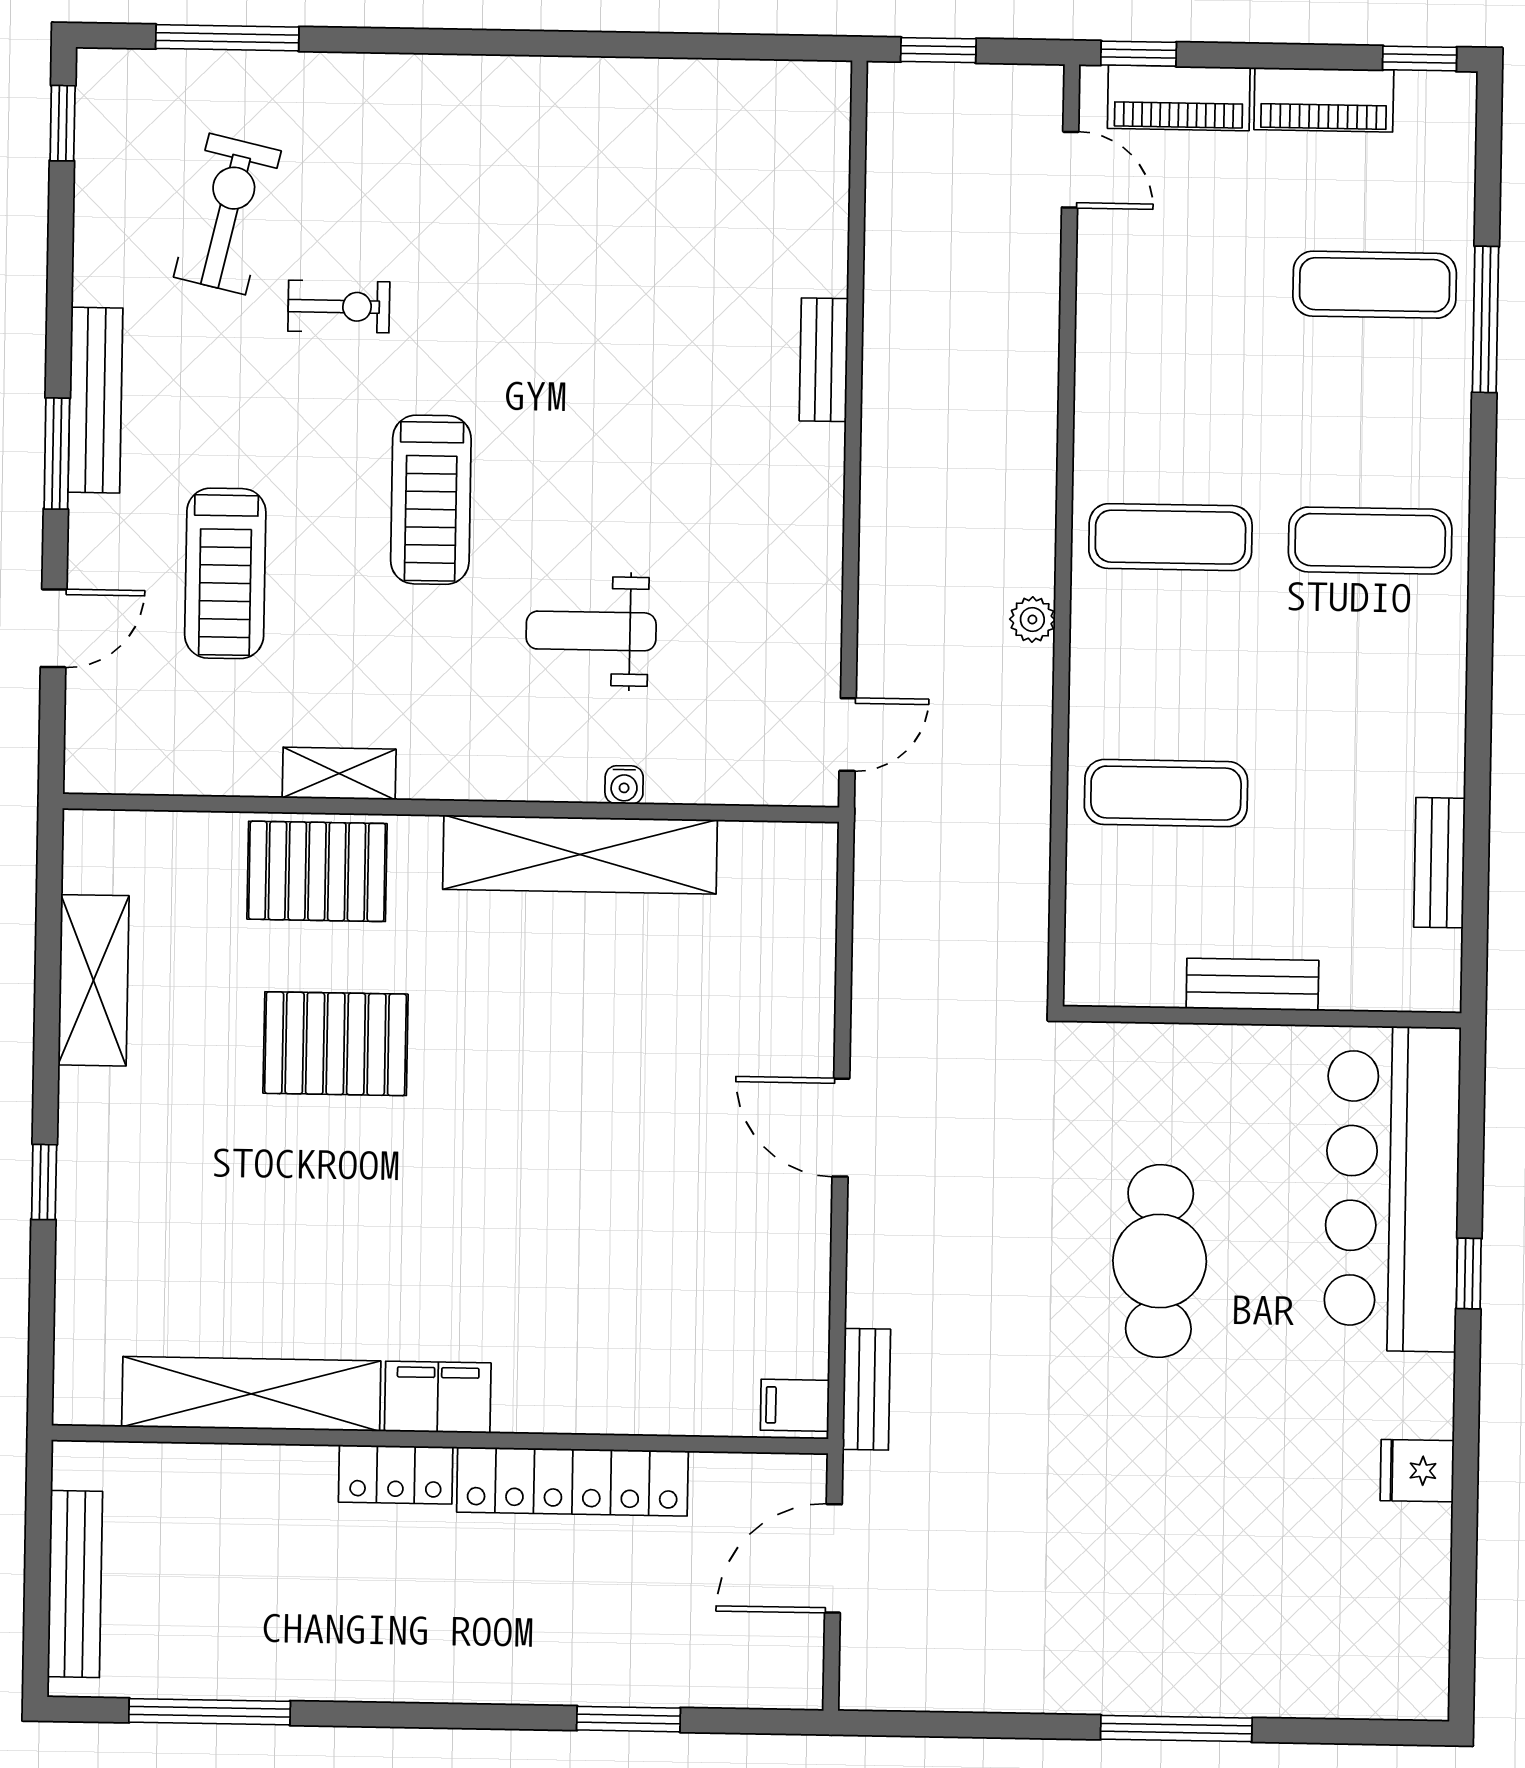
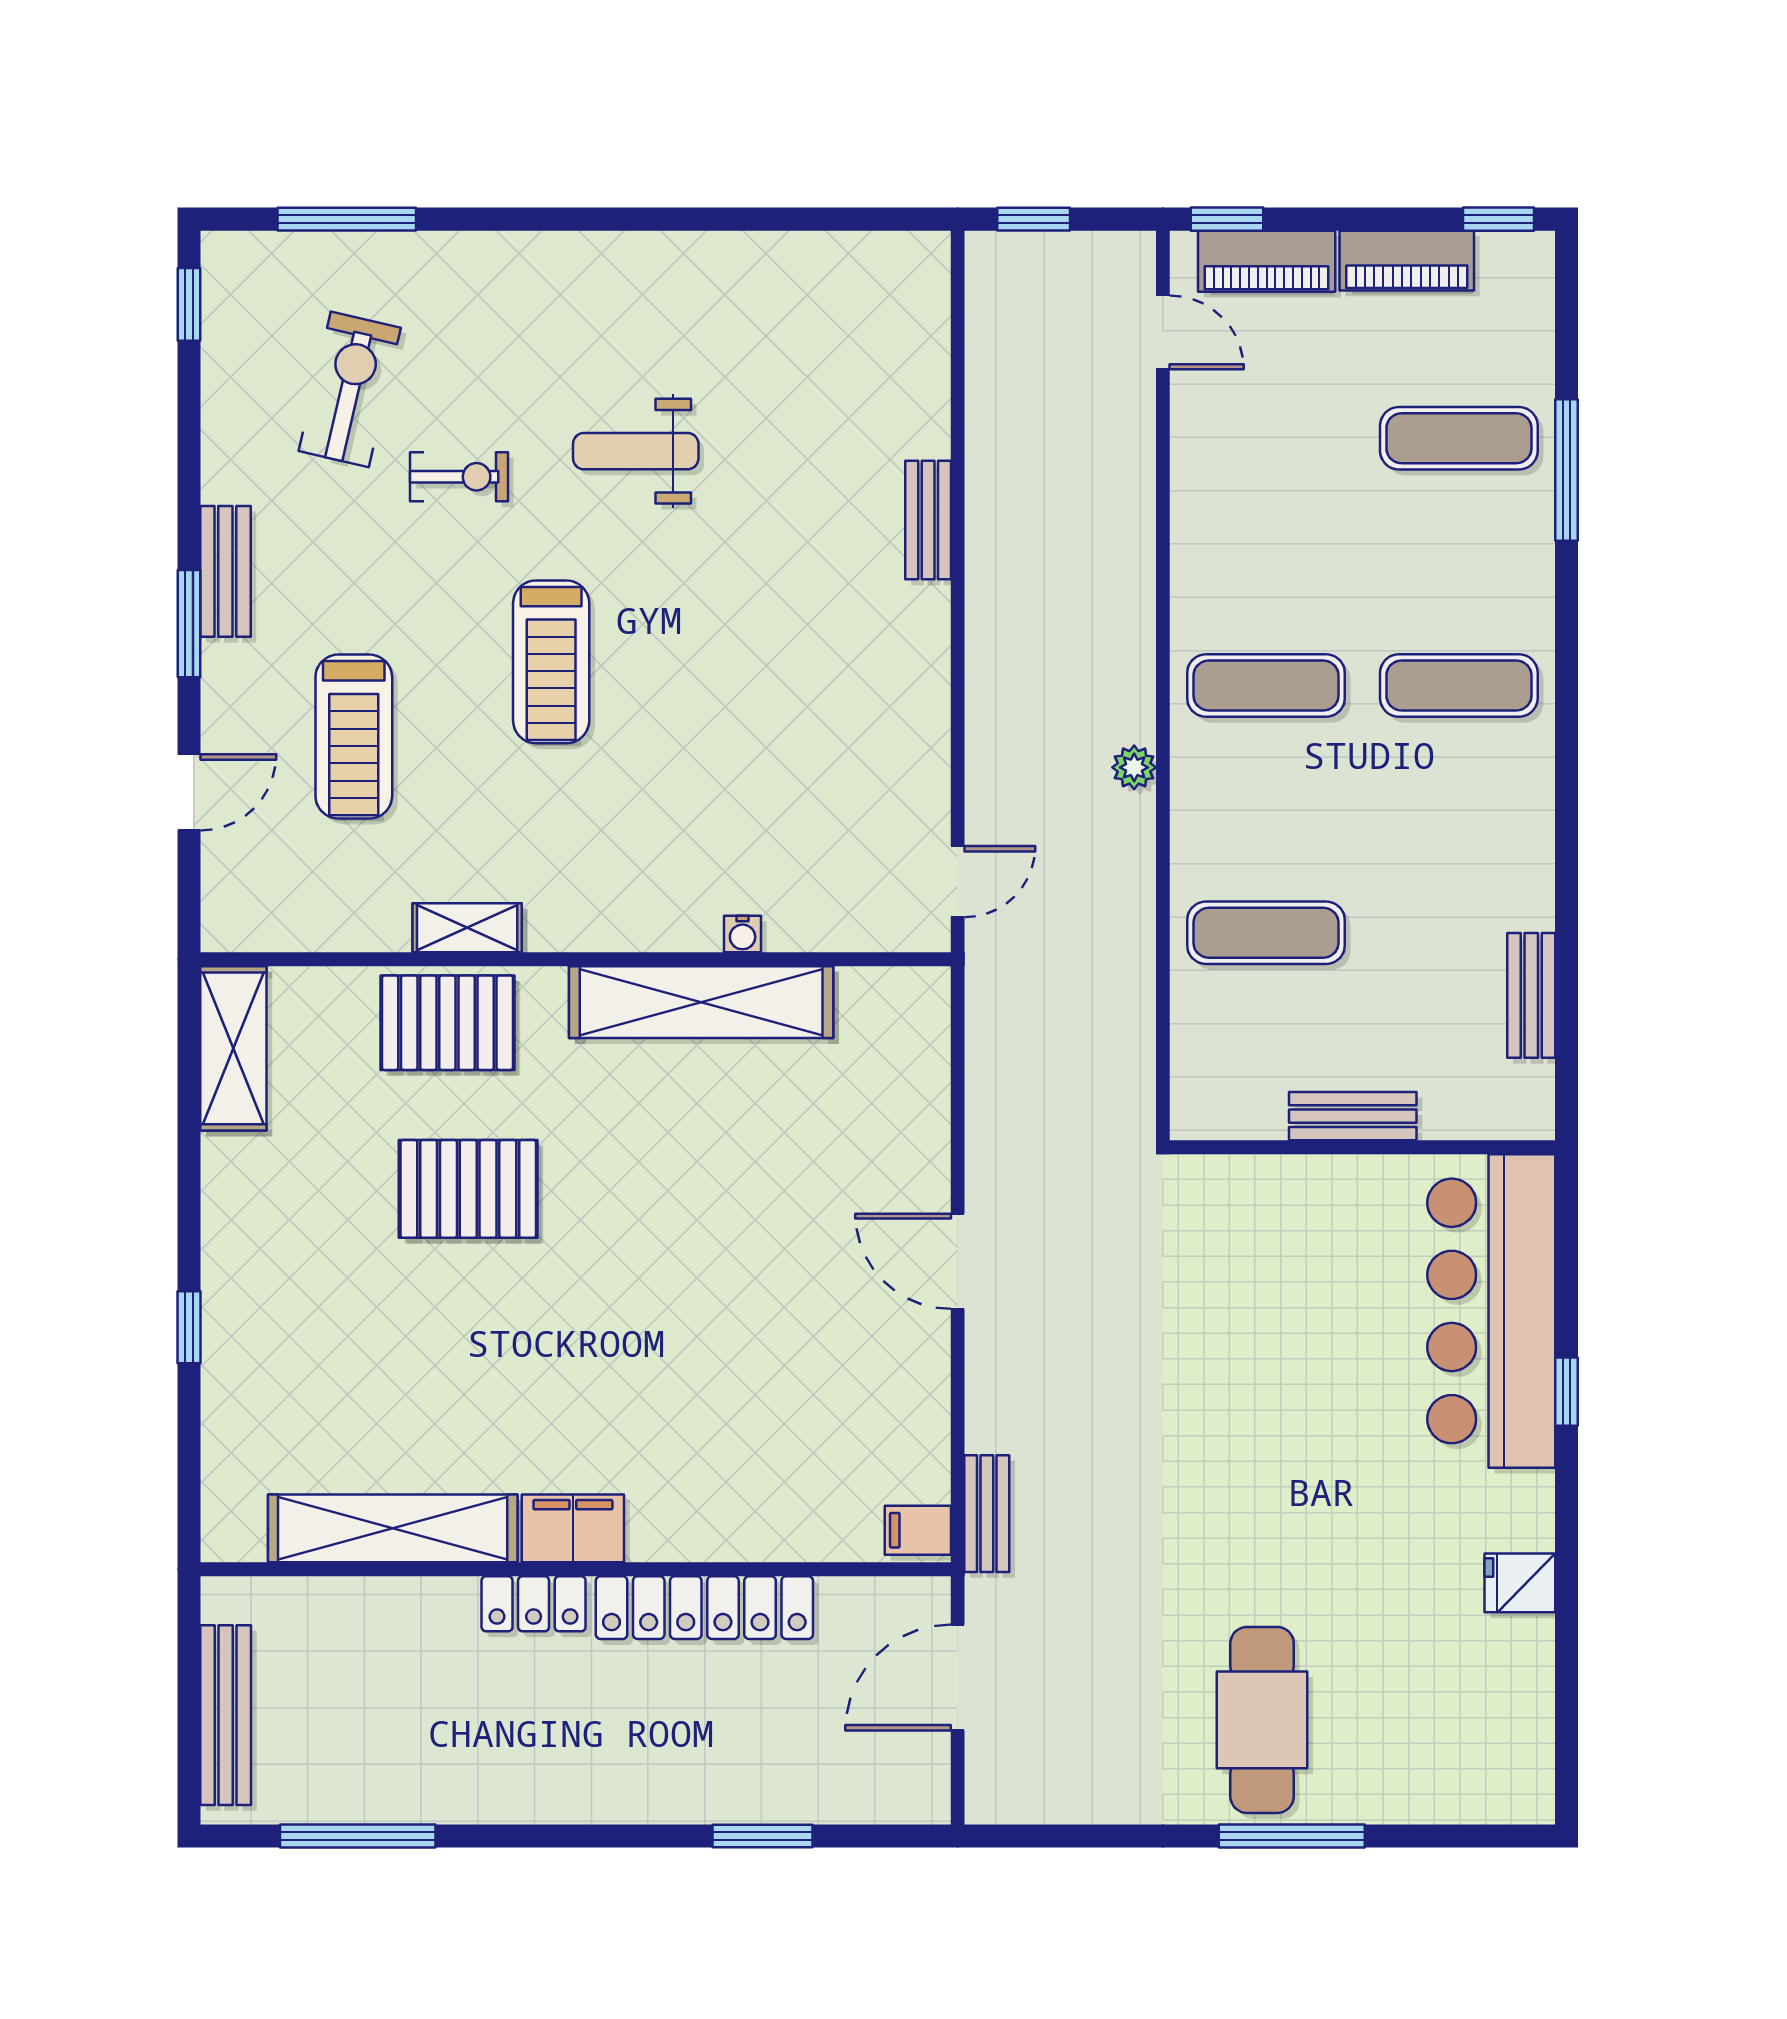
bench: (95, 400) -> (225, 571), width x0.73
weight bench: (591, 631) -> (636, 451), moved
shelving: (93, 980) -> (233, 1048), moved
cafe table: (1160, 1261) -> (1262, 1720), moved

